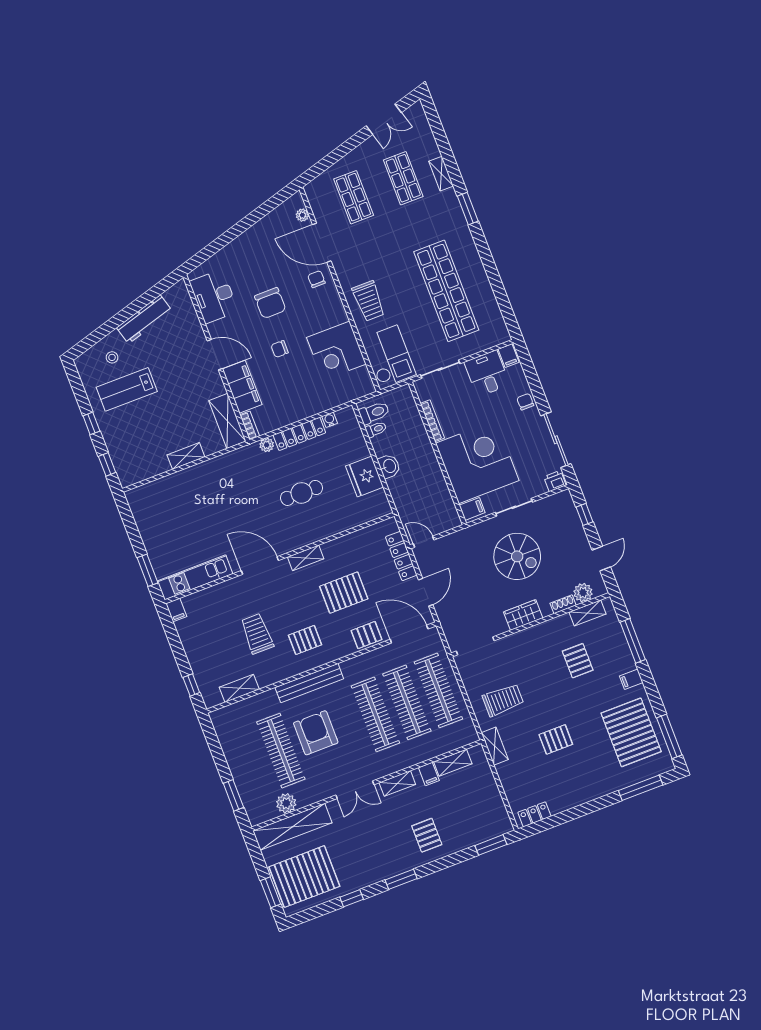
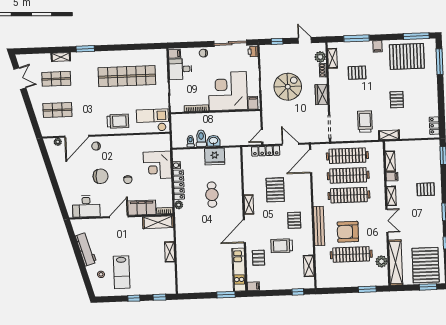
corner desk: (336, 351) -> (157, 165), moved, turned 90
toilet: (374, 413) -> (201, 138), moved
pallet: (366, 635) -> (258, 258), moved

